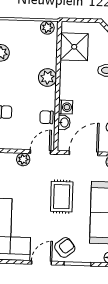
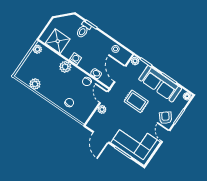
washing machine: (66, 107) -> (75, 59), moved

